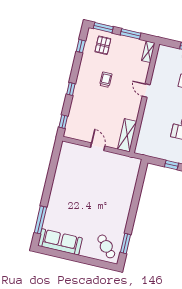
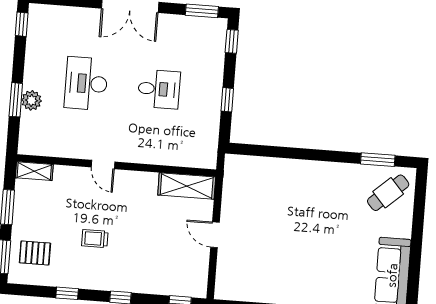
window: (81, 46) -> (67, 293), moved
door: (146, 91) -> (103, 164), hinge flipped
door: (98, 147) -> (215, 235), hinge flipped

